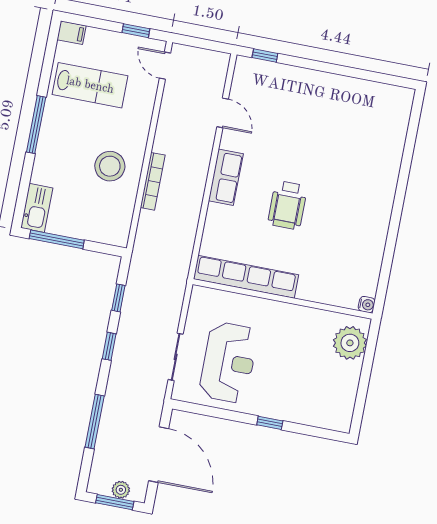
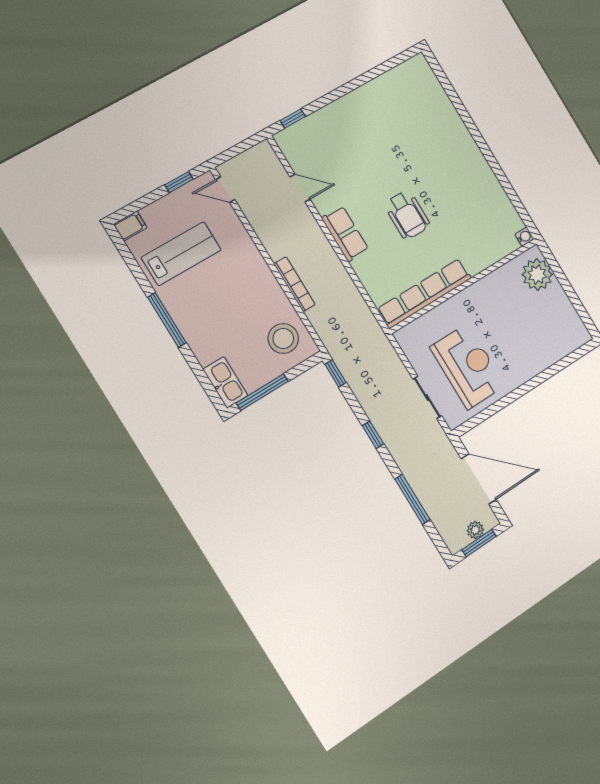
stool: (110, 166) -> (283, 339), moved
window: (118, 298) -> (335, 373), moved
window: (270, 423) -> (534, 382), removed

